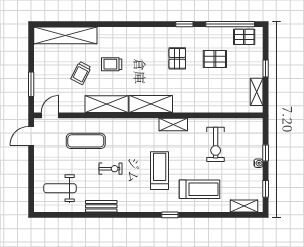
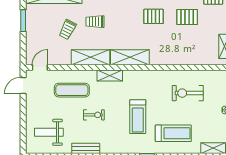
pallet: (177, 58) -> (154, 16), turned 90
window: (31, 84) -> (23, 21), moved
shelving: (173, 124) -> (110, 75), moved
exercise bike: (216, 144) -> (188, 93), turned 90
treadmill: (160, 171) -> (138, 117), turned 180

